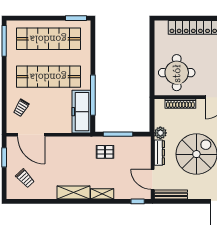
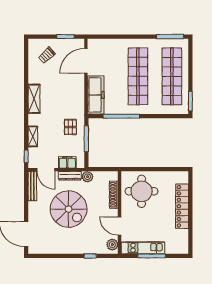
trolley: (21, 108) -> (110, 52), removed
freezer: (81, 112) -> (96, 95), moved, turned 90
filing cabinet: (144, 155) -> (67, 162), added
door: (153, 179) -> (46, 170), swing flipped
shelving: (102, 194) -> (33, 136), moved

